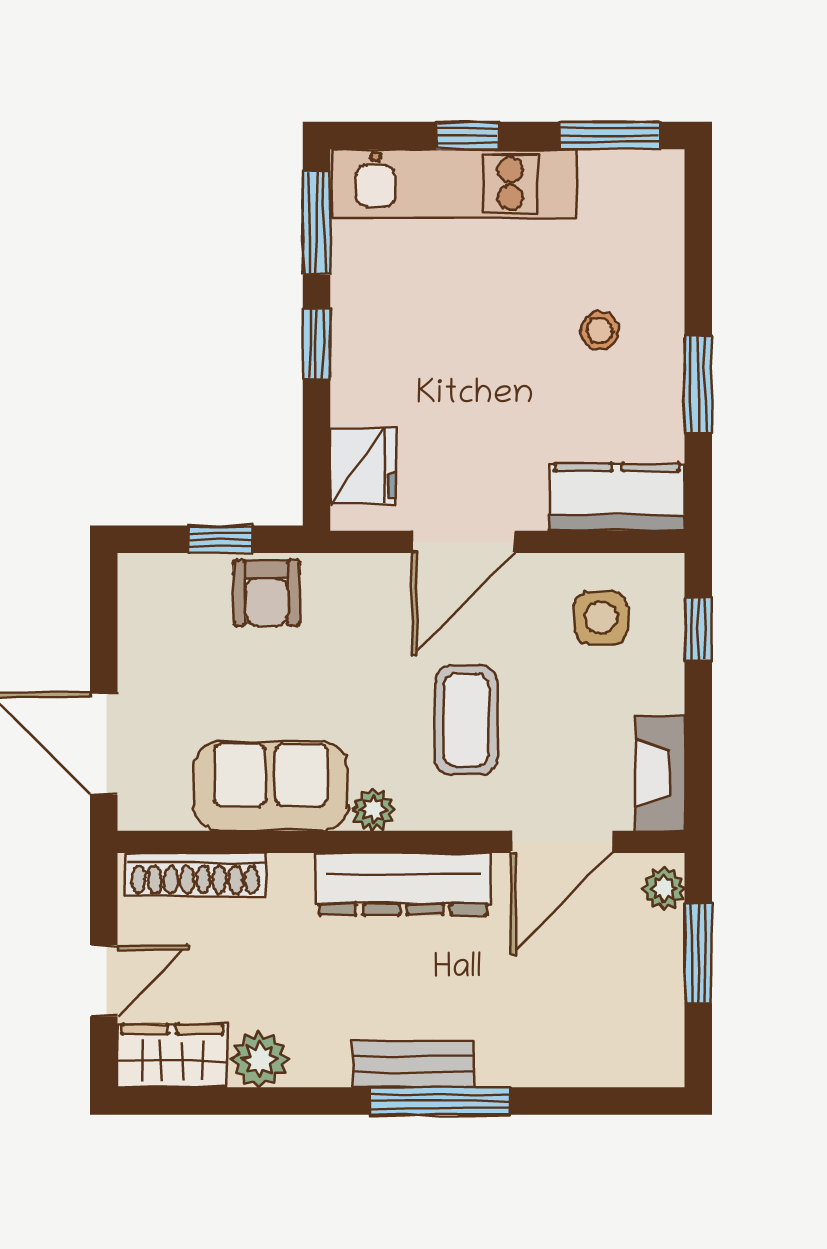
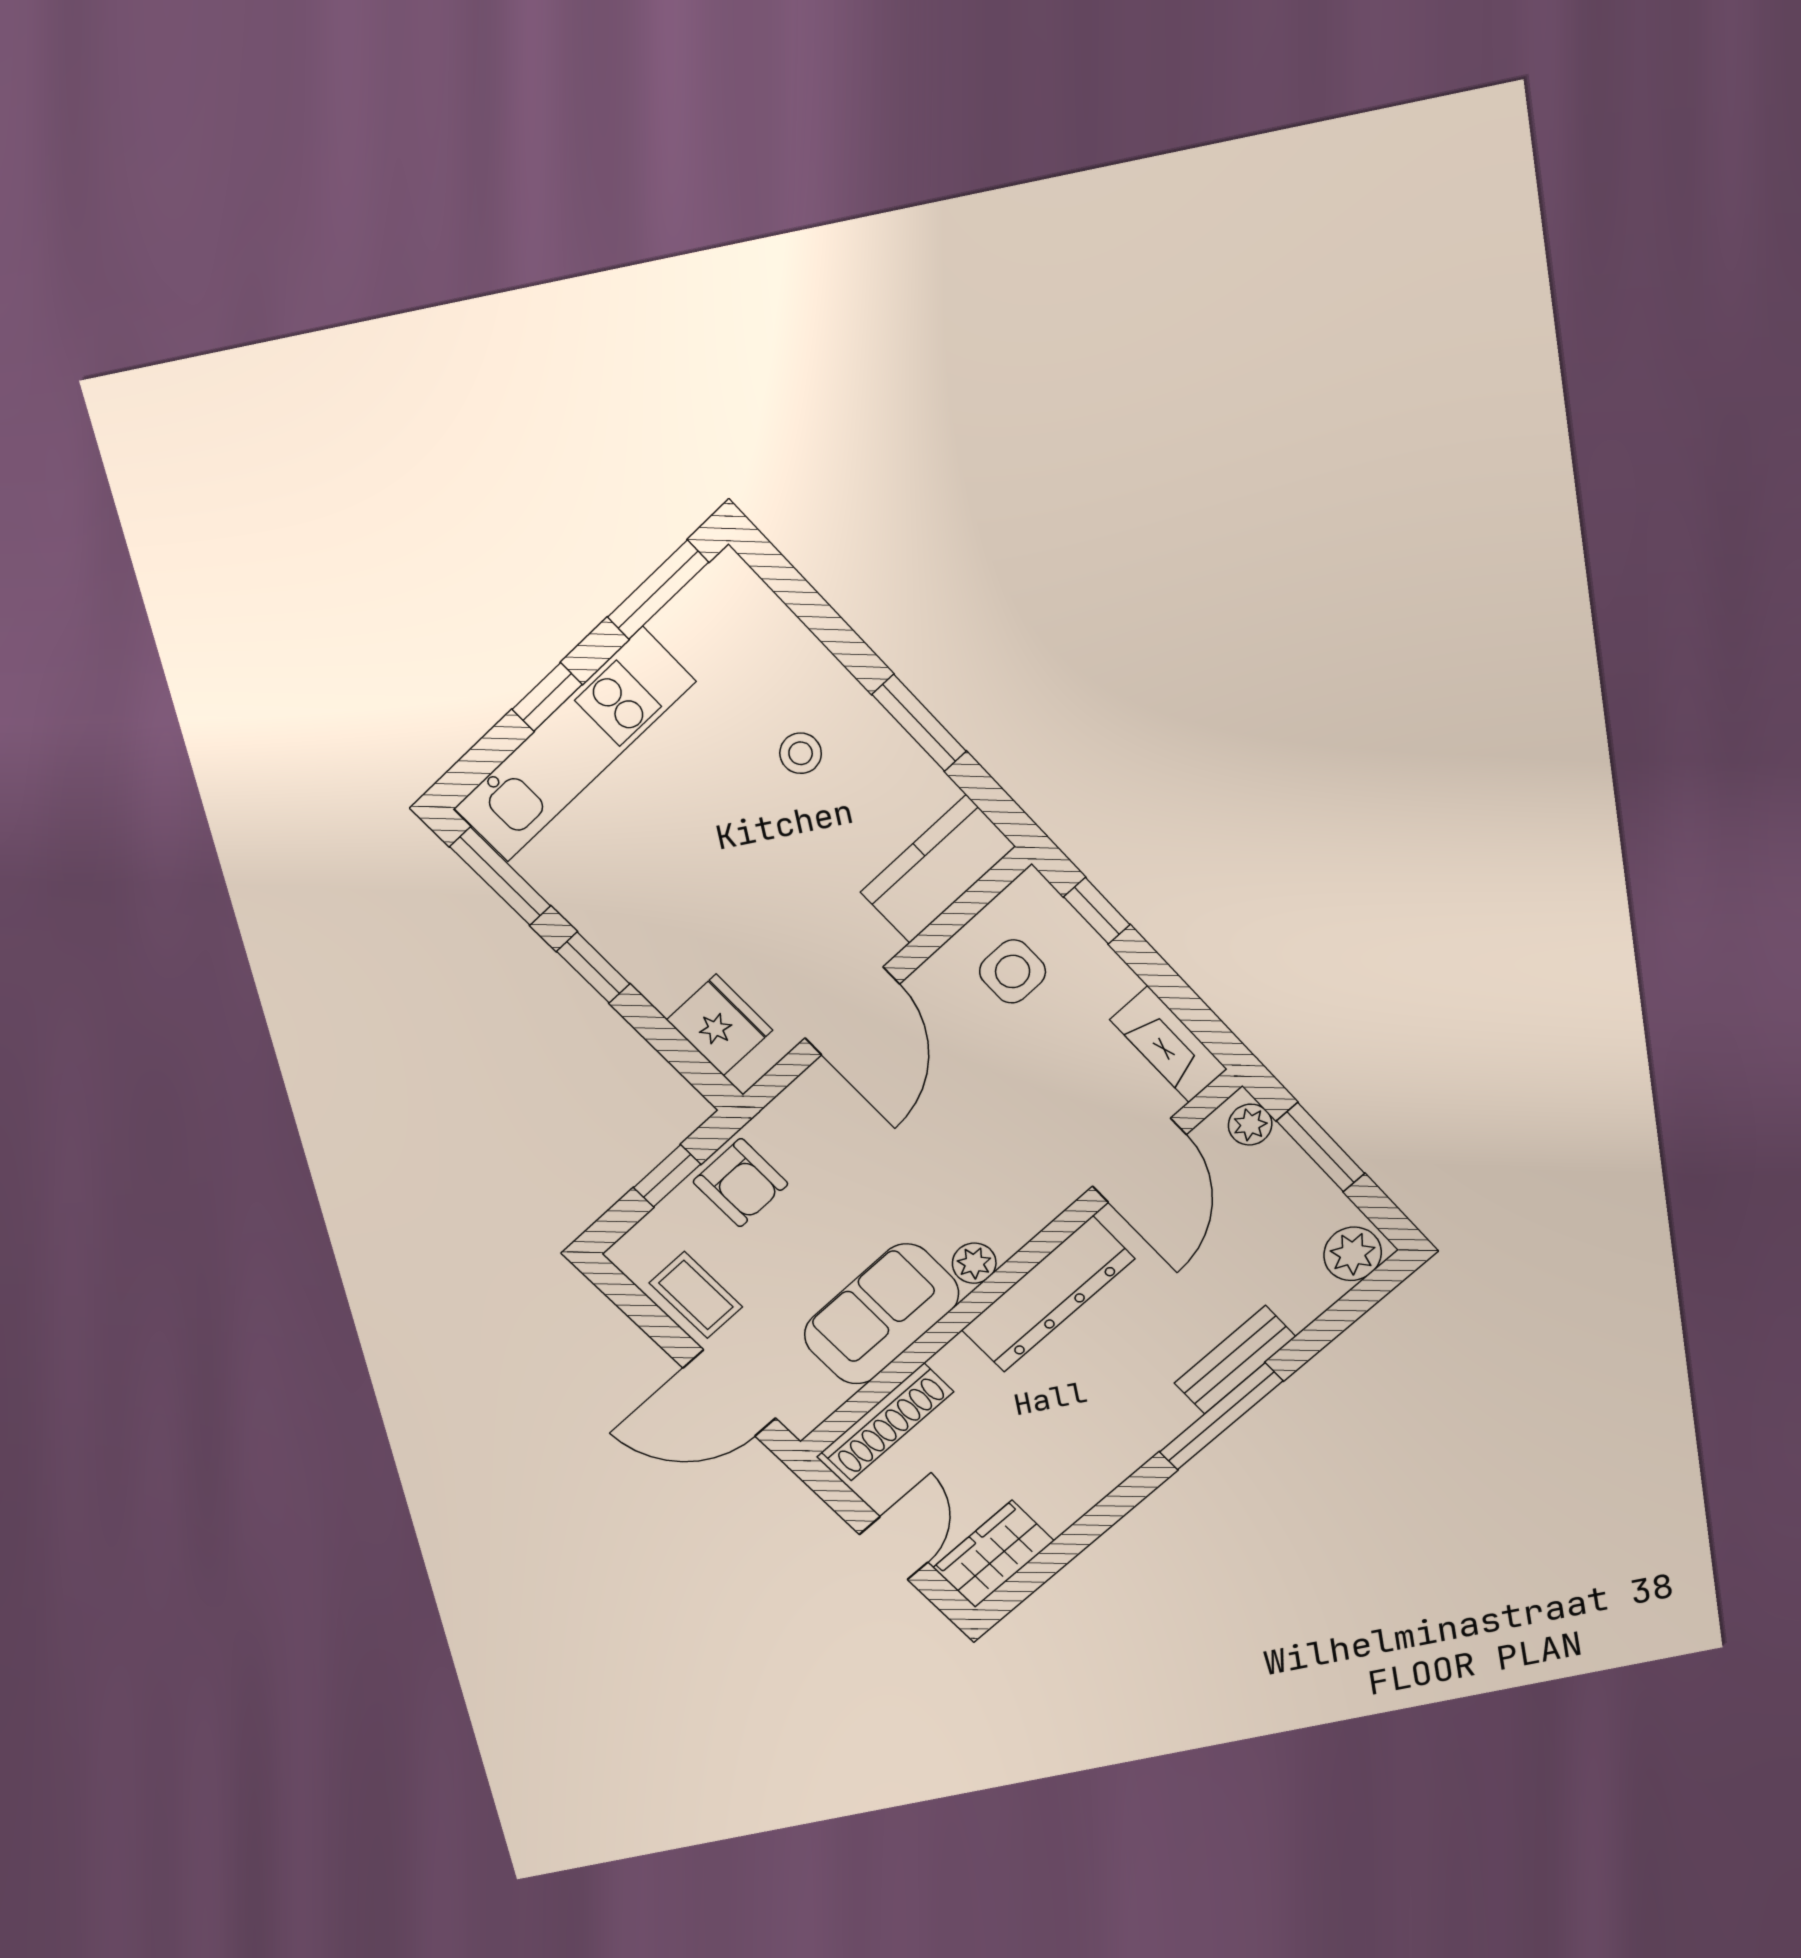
coffee table: (466, 720) -> (696, 1295), moved, width x0.73, depth x0.77
plant: (259, 1059) -> (1353, 1254), moved
bench: (413, 1064) -> (1235, 1360), moved

